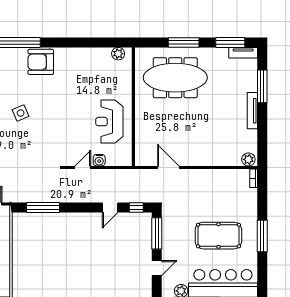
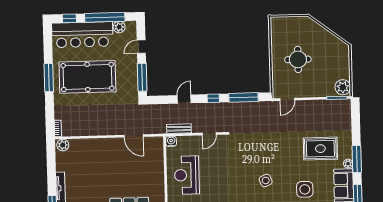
reception desk: (109, 122) -> (187, 175), turned 180
water cooler: (99, 160) -> (171, 141), moved
bench: (117, 174) -> (179, 129), added
window: (136, 207) -> (213, 98), moved
pool table: (218, 236) -> (87, 77), width x1.36, depth x1.32

